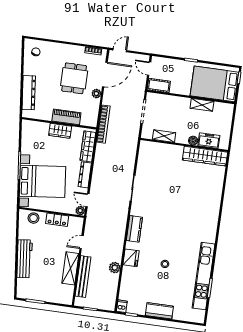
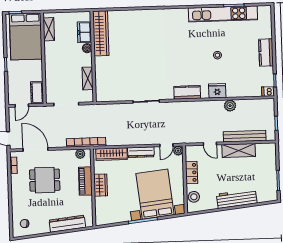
plant: (96, 94) -> (80, 154), moved
shelving: (202, 105) -> (49, 29), moved

